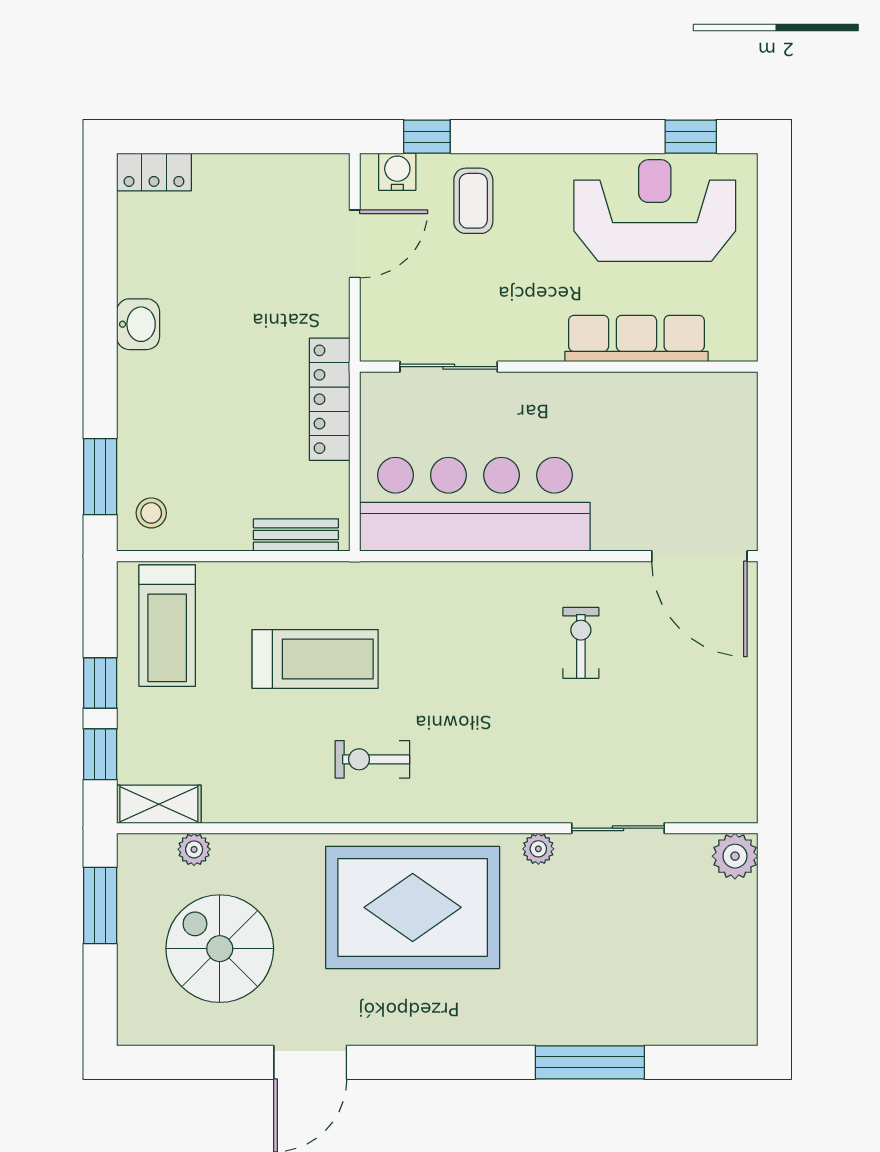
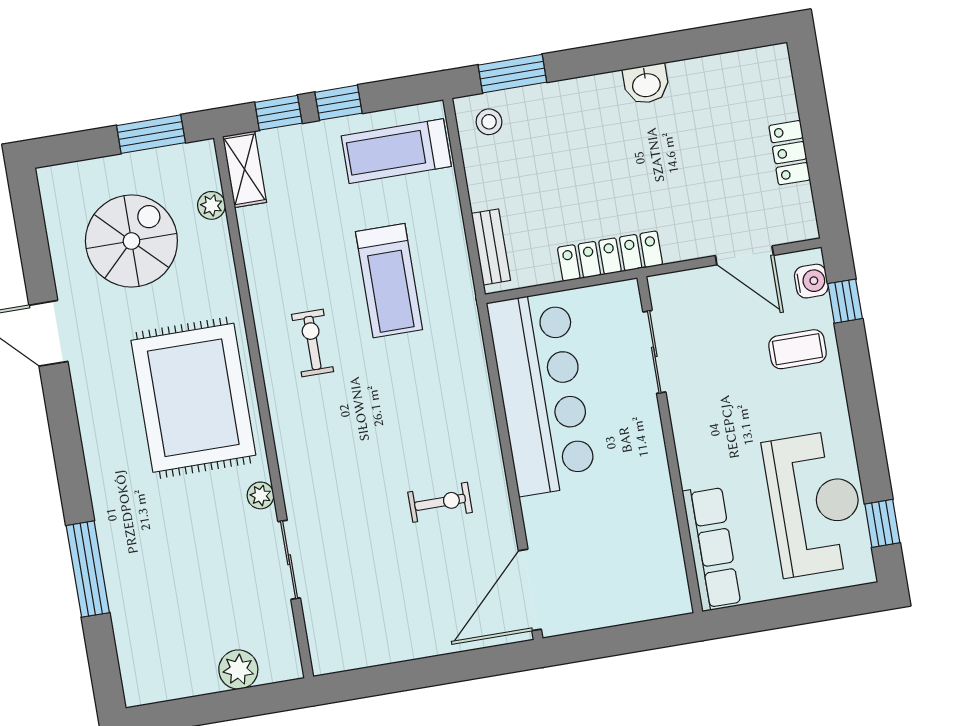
locker: (154, 172) -> (790, 153), moved
row of seats: (636, 338) -> (712, 548), moved
plant: (735, 856) -> (238, 670), moved

